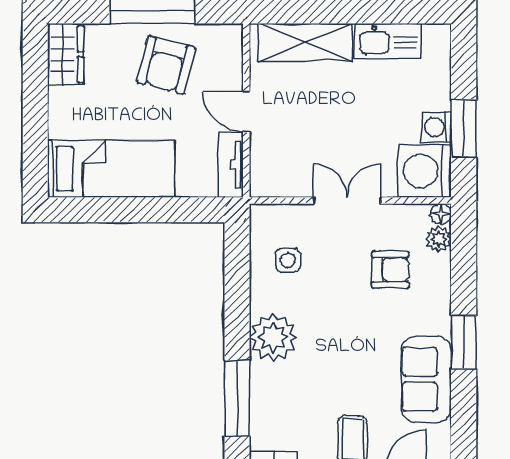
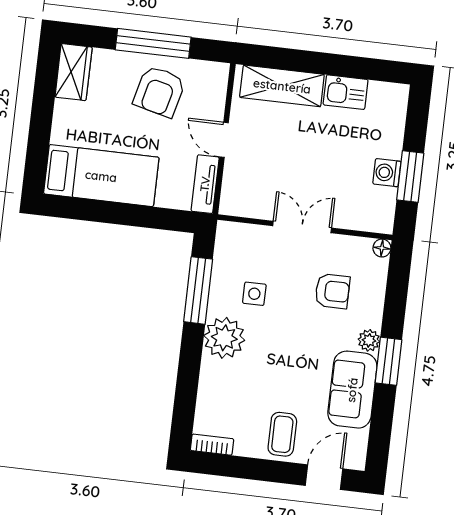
kitchen sink: (388, 41) -> (346, 92), width x0.73
washing machine: (425, 171) -> (372, 209), removed
plant: (439, 239) -> (369, 340), moved
side table: (288, 260) -> (254, 294), moved
window: (237, 398) -> (198, 290), moved

